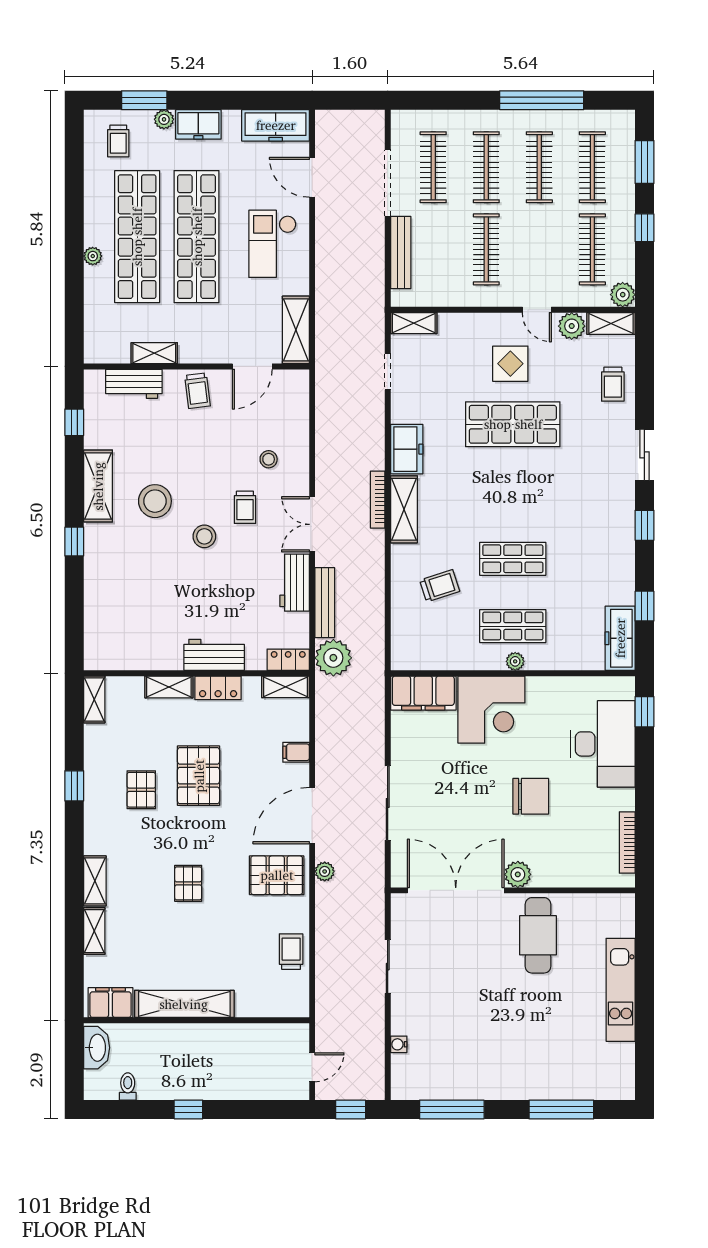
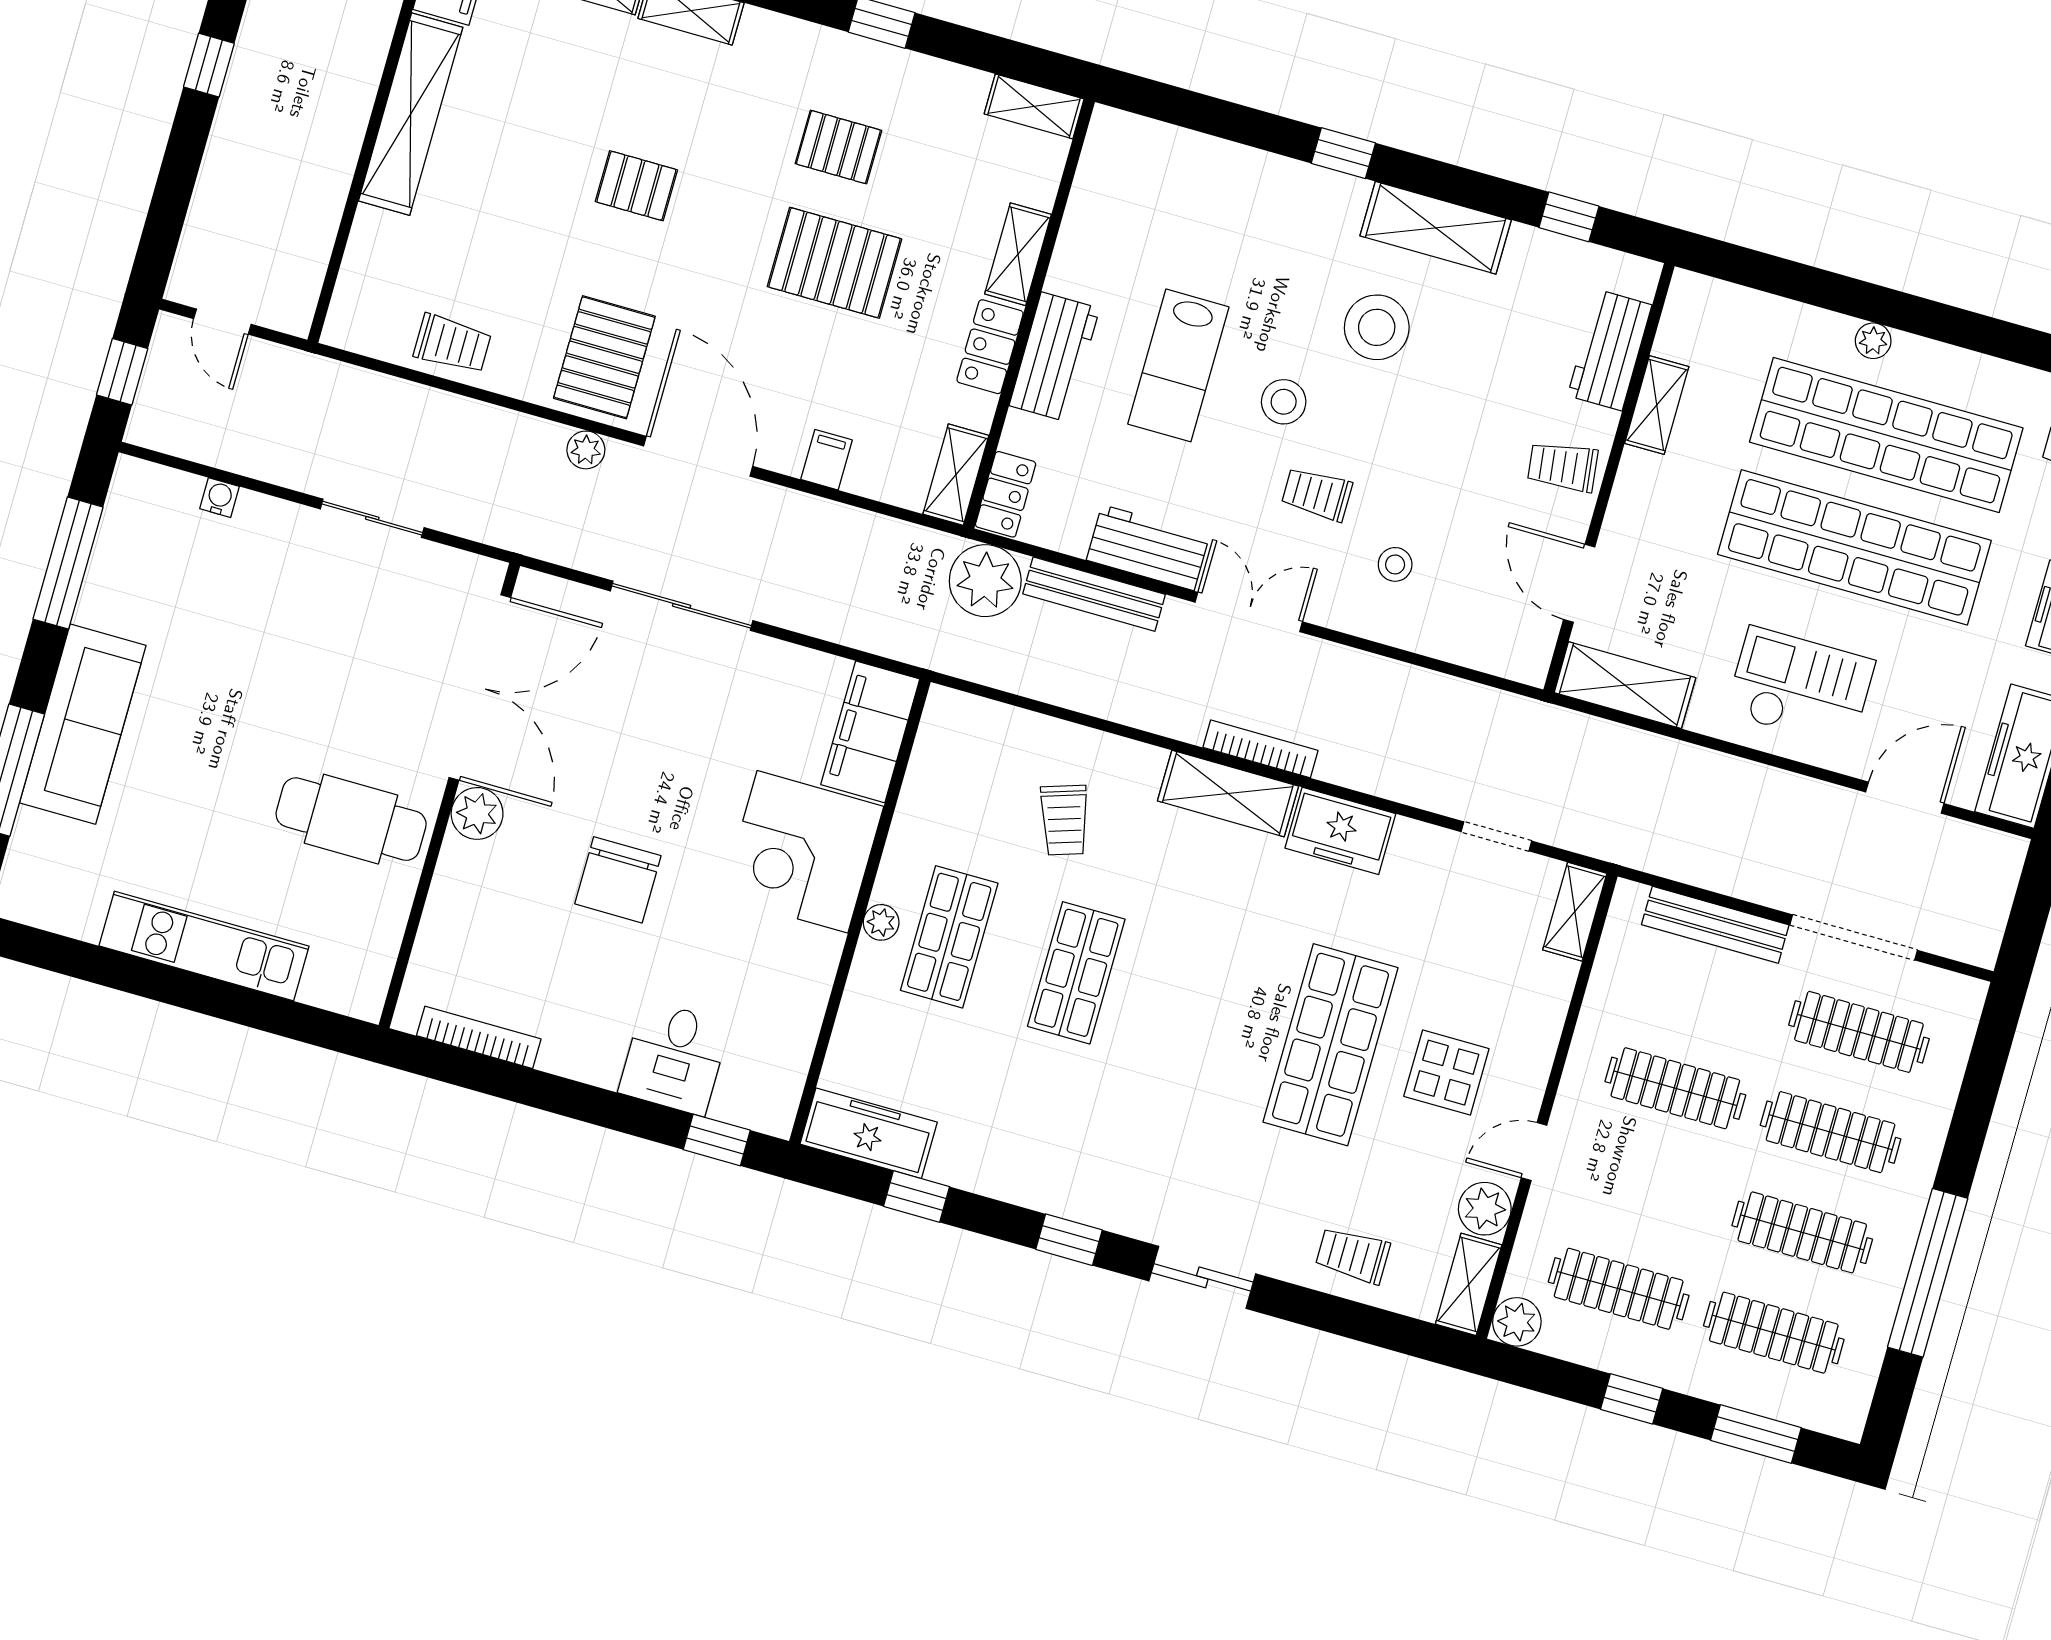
lab bench: (201, 593) -> (1178, 365), added
desk: (603, 744) -> (674, 1058), width x0.53, depth x0.77
sofa: (529, 1080) -> (83, 724), added

